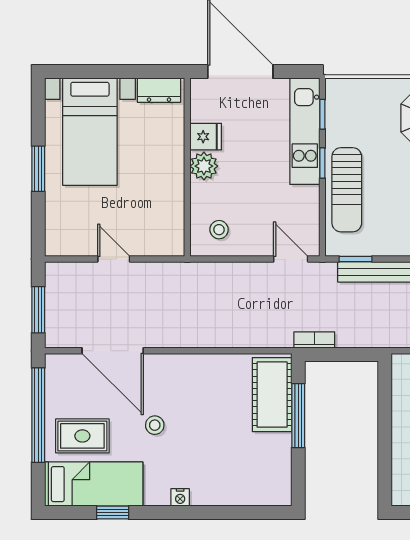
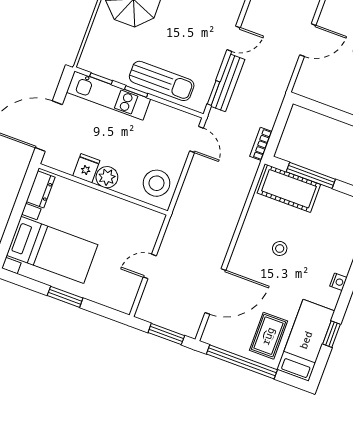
stool: (219, 230) -> (157, 183), width x1.89, depth x1.89
door: (291, 259) -> (196, 139), swing flipped
stool: (155, 425) -> (280, 249), moved

